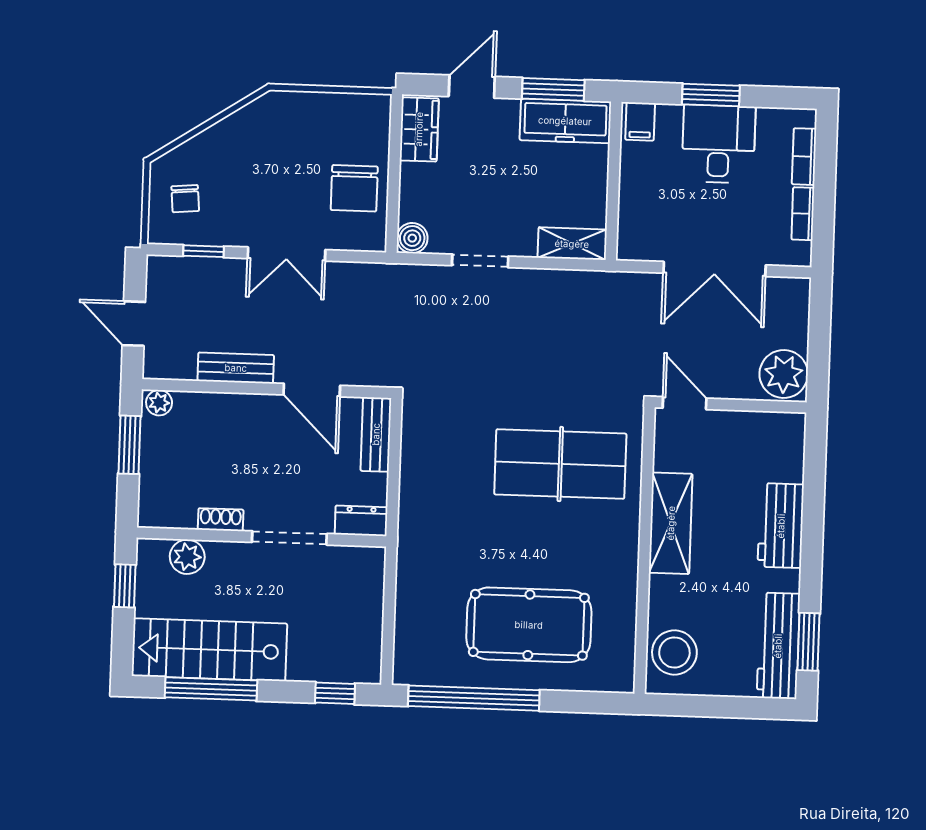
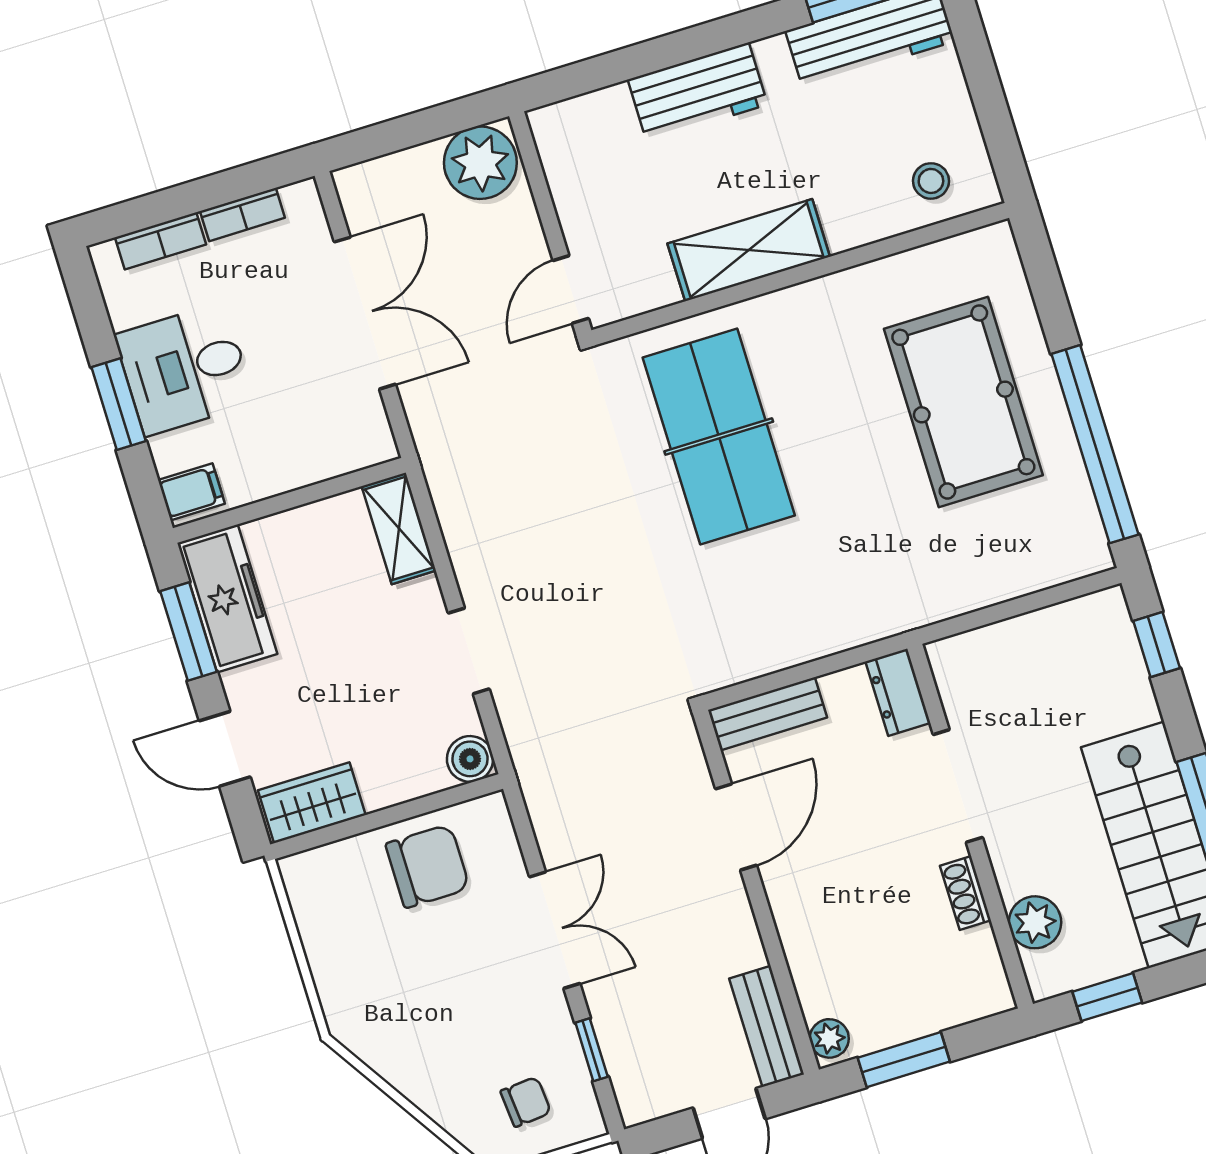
bench: (236, 368) -> (767, 1026), moved
stool: (674, 652) -> (931, 181), width x0.53, depth x0.53

